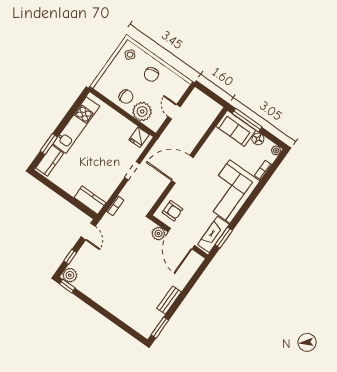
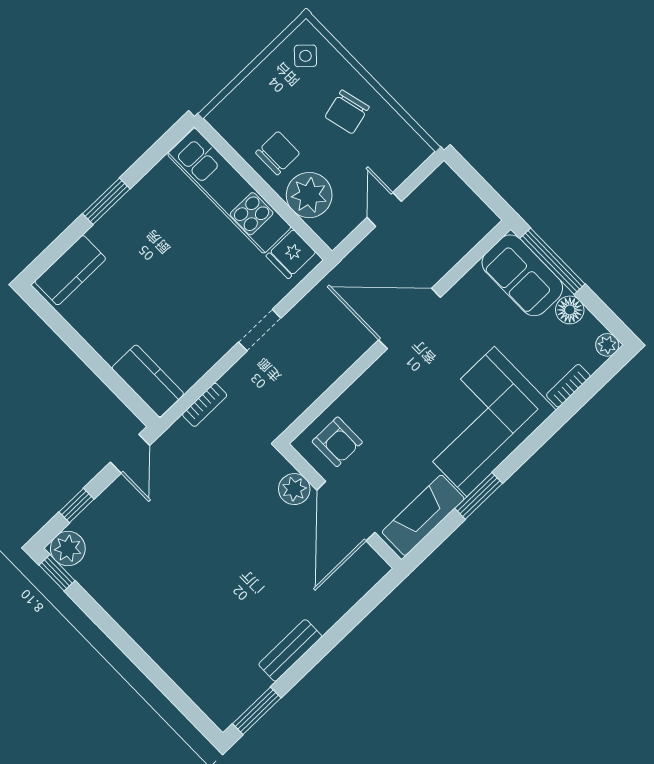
chair: (126, 97) -> (278, 153), turned -90
kitchen unit: (76, 125) -> (229, 191), moved, turned 90
window: (49, 144) -> (106, 201), moved
door: (182, 169) -> (409, 319), moved
window: (224, 238) -> (479, 496), moved

